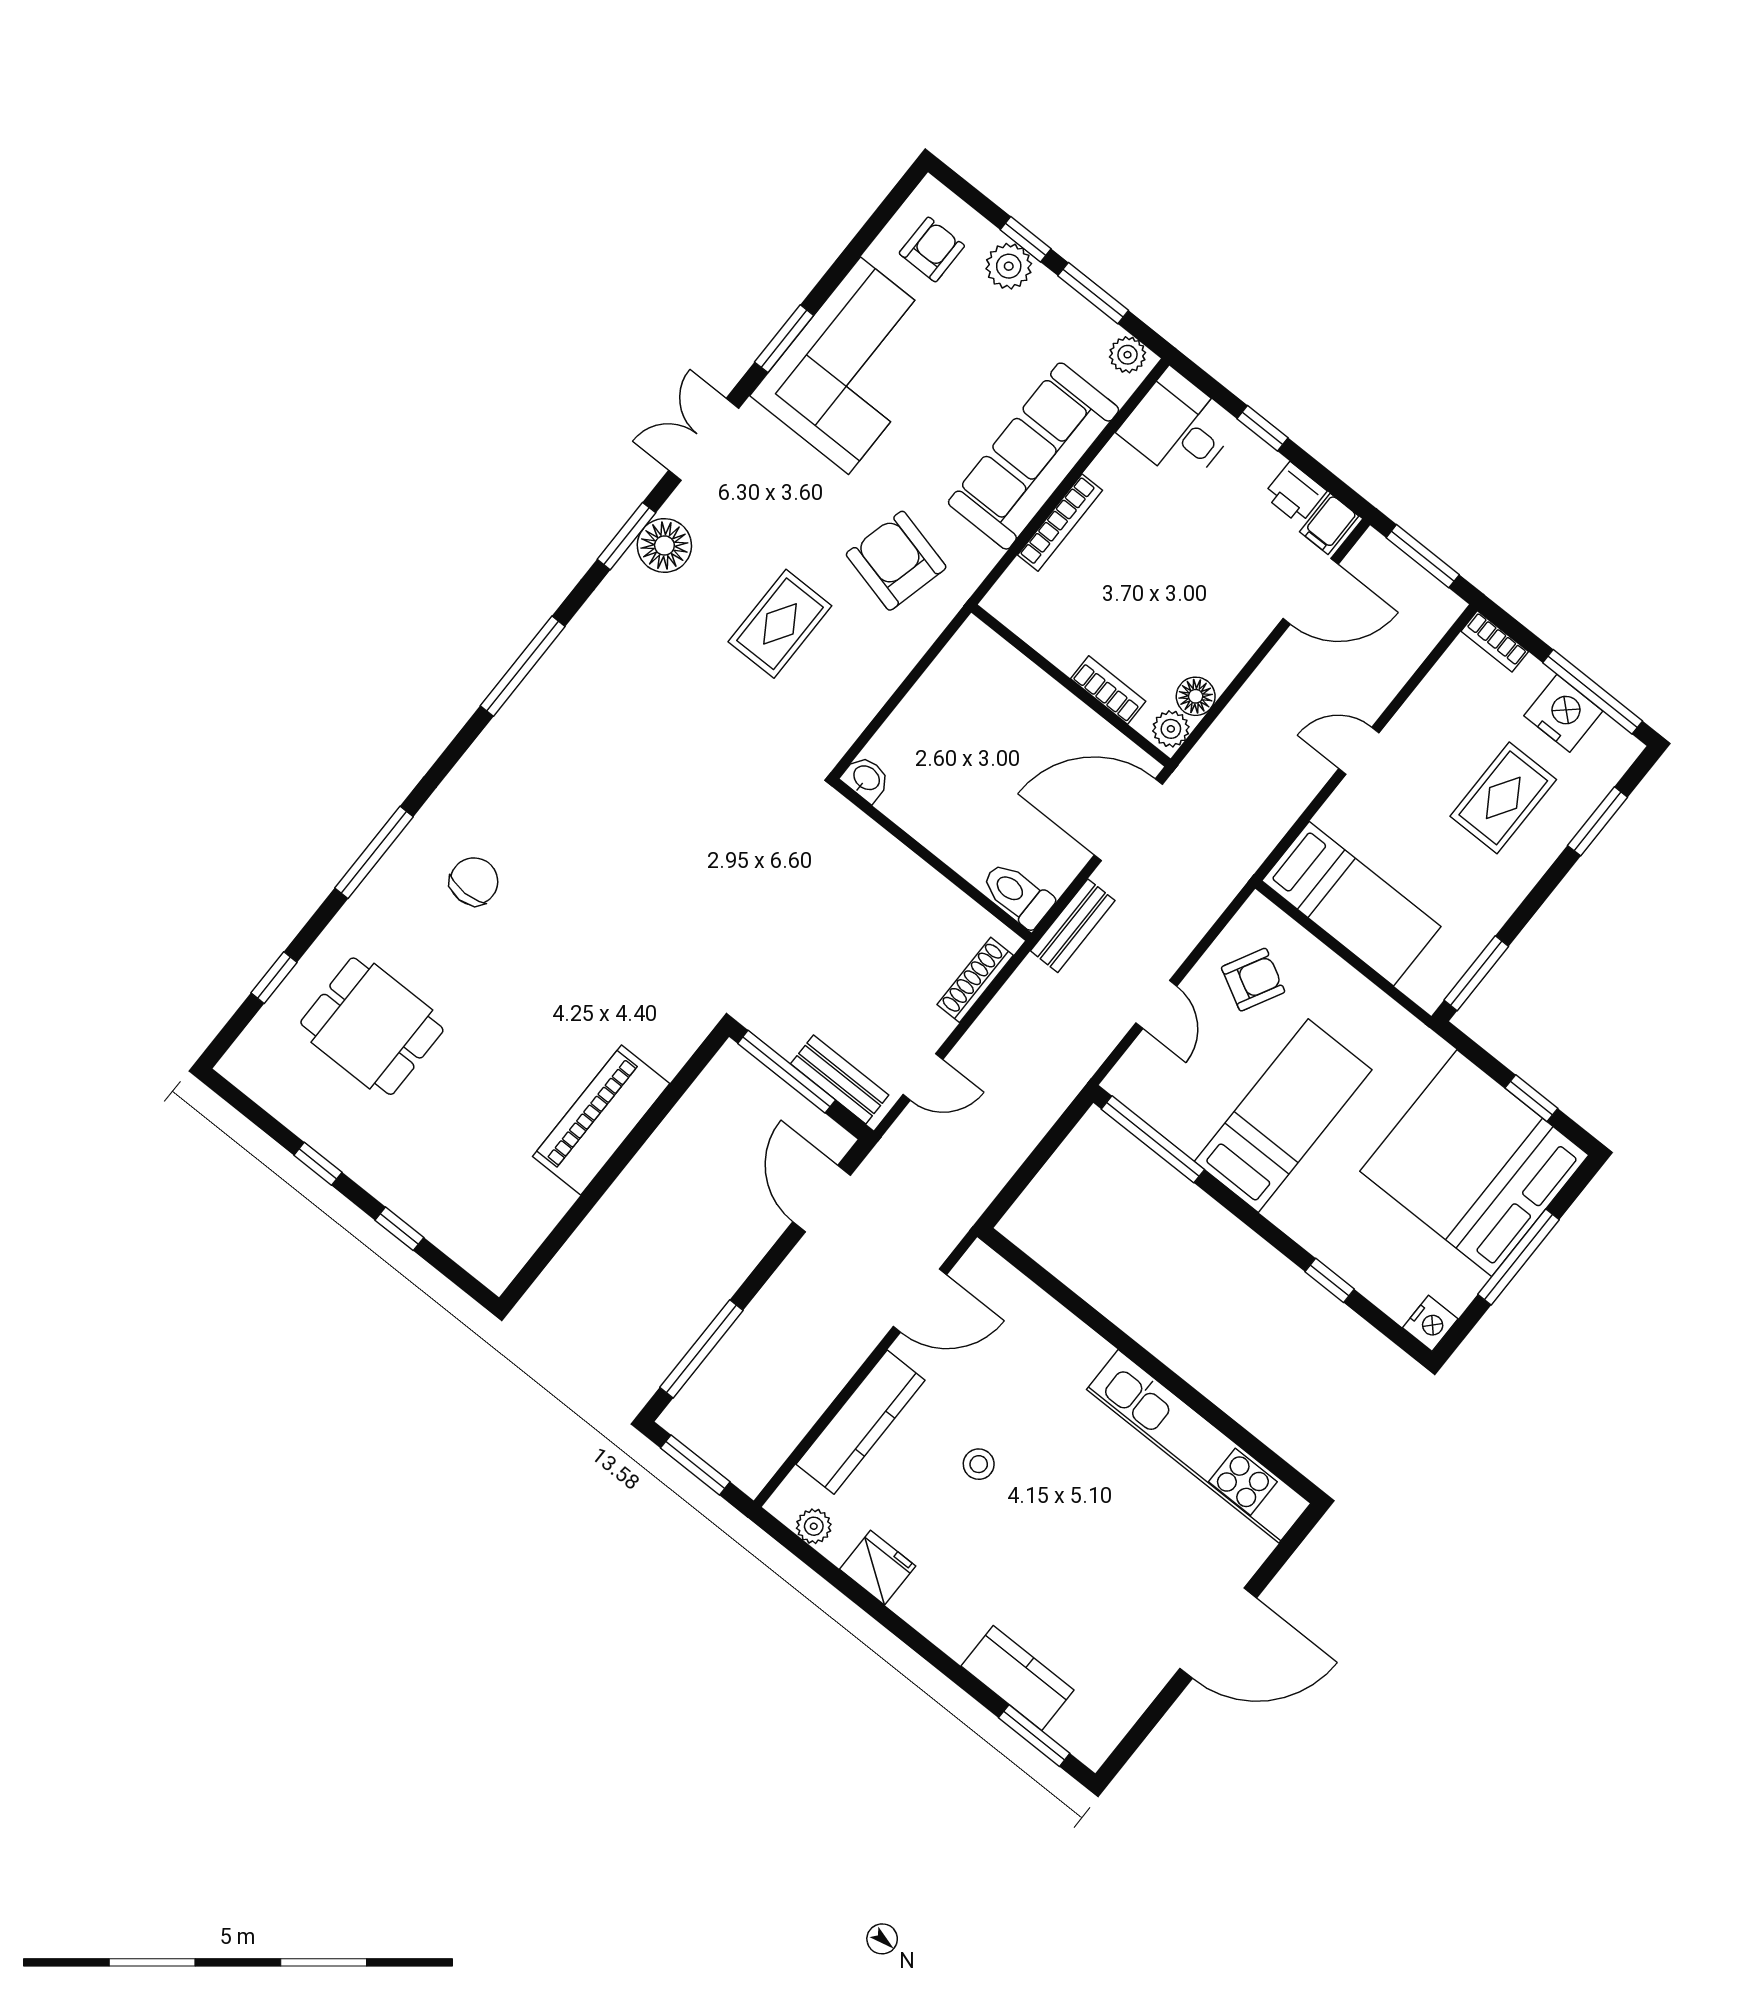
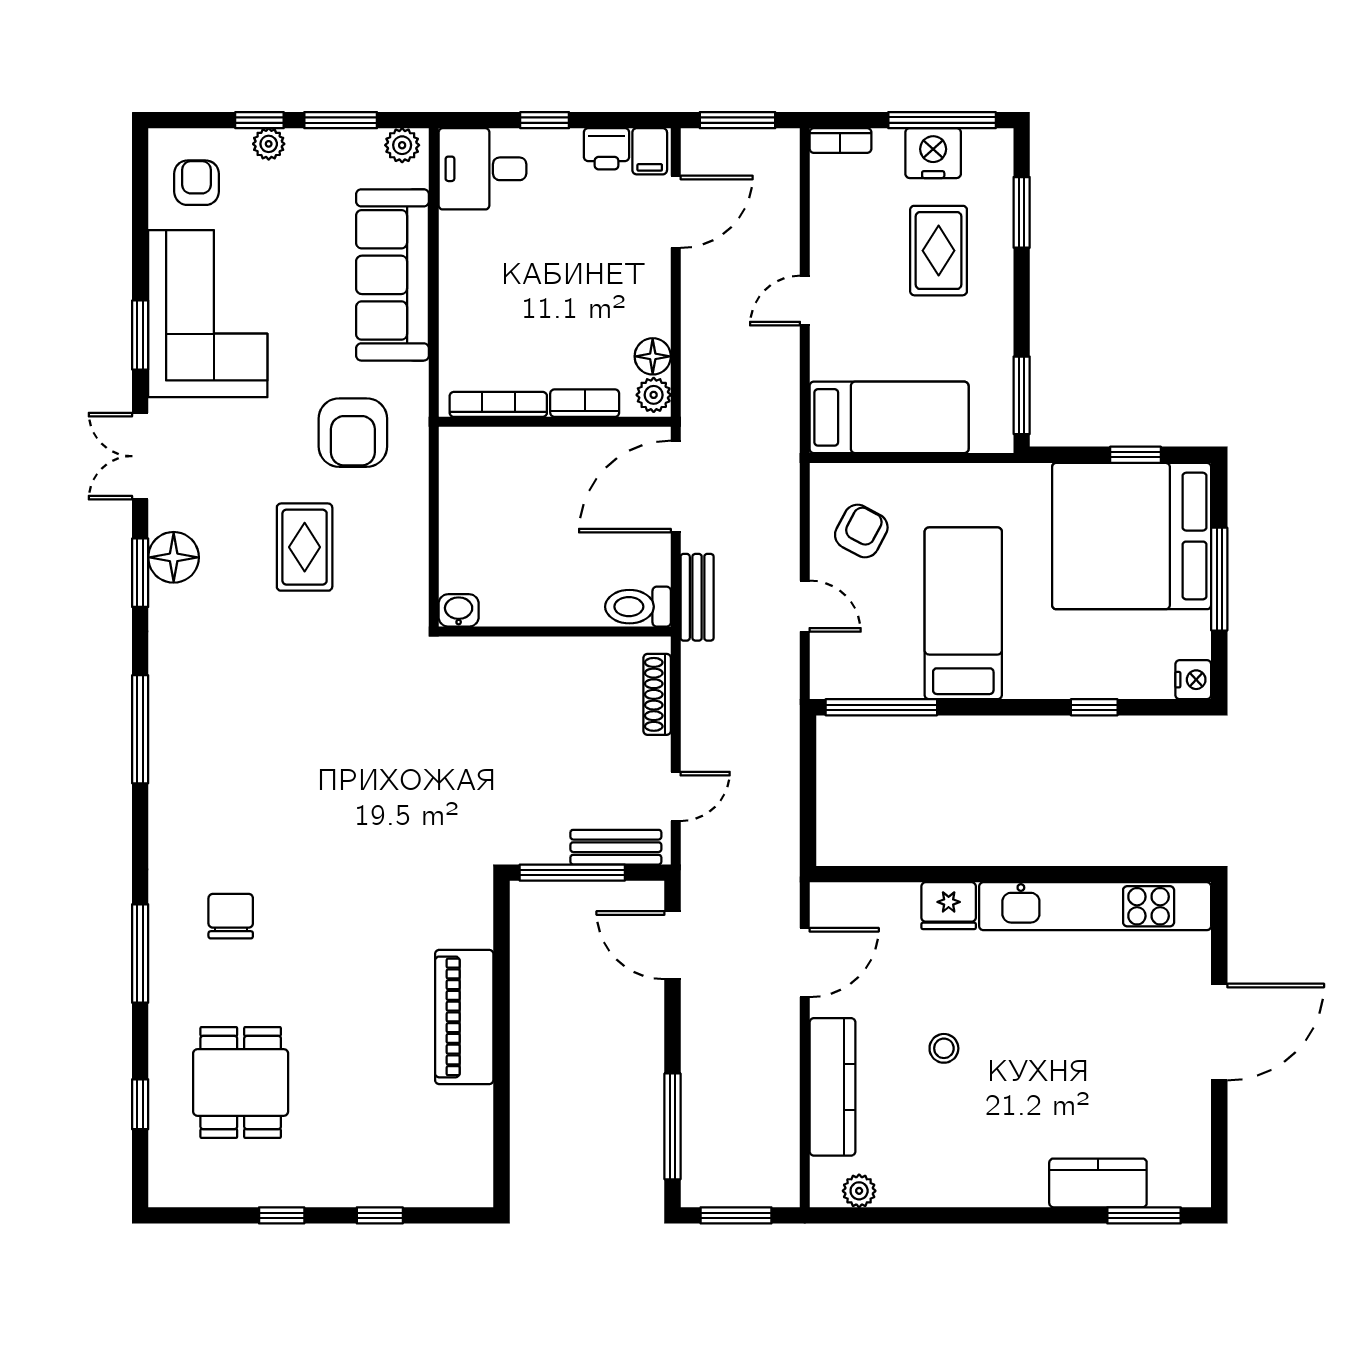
plant: (1009, 266) -> (269, 144), width x0.73, depth x0.73
bookcase: (1060, 523) -> (498, 404), moved, turned -90
armchair: (896, 561) -> (353, 433), turned -104
dining table: (372, 1026) -> (241, 1082), turned 90
fridge: (878, 1568) -> (949, 906), moved, turned 180

